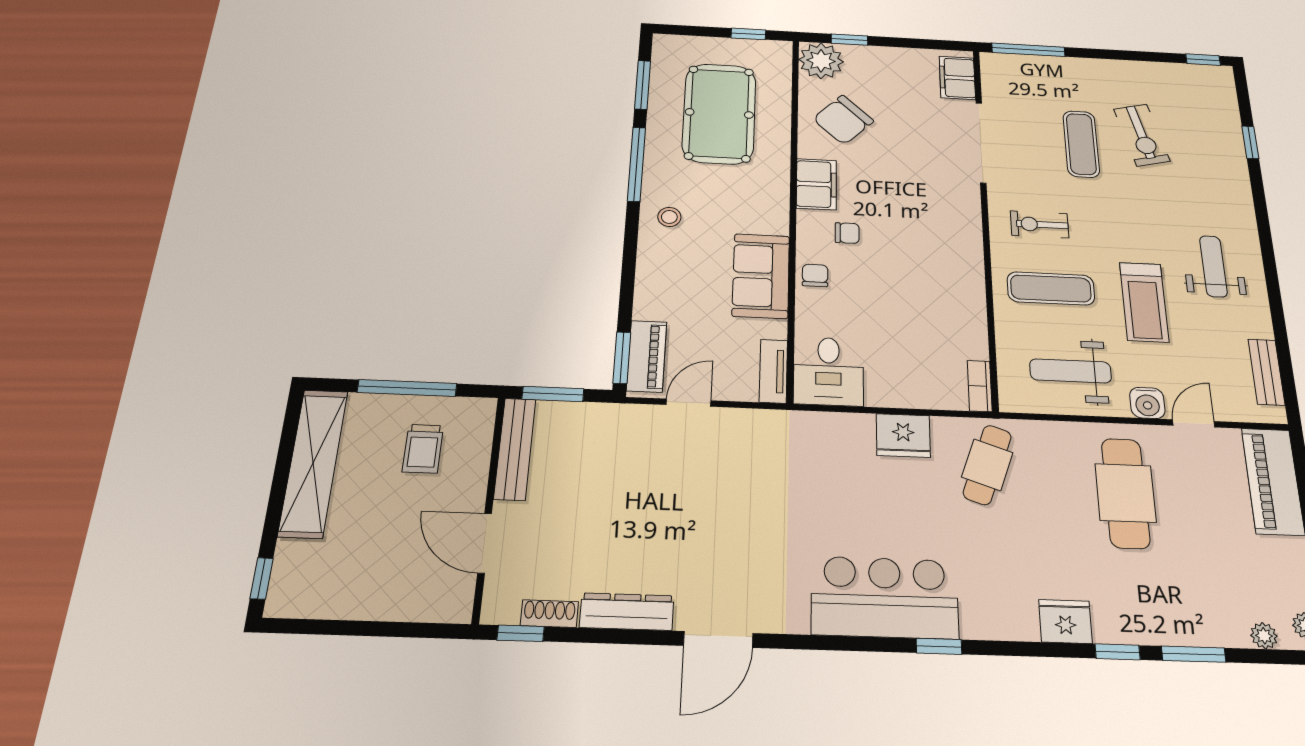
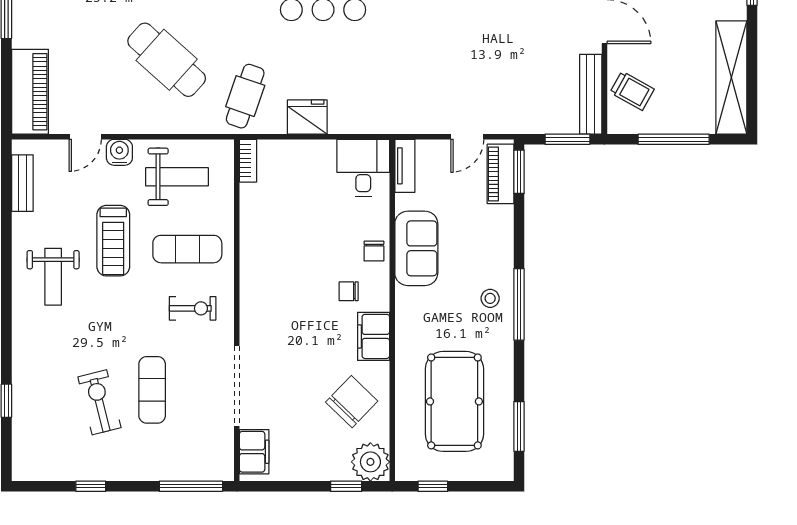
window: (1203, 60) -> (91, 486), moved
window: (637, 164) -> (519, 304), moved
treadmill: (1144, 302) -> (113, 241), turned 180
trolley: (423, 449) -> (632, 91), moved, turned 119
cafe table: (1126, 493) -> (167, 60), moved, turned -48

